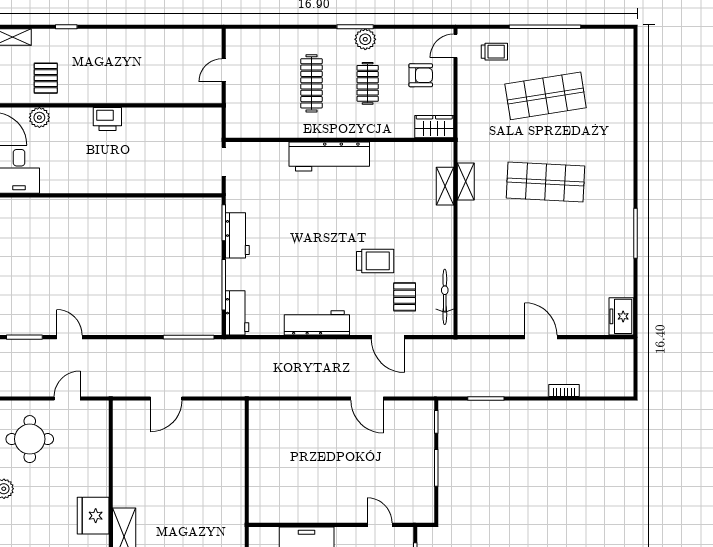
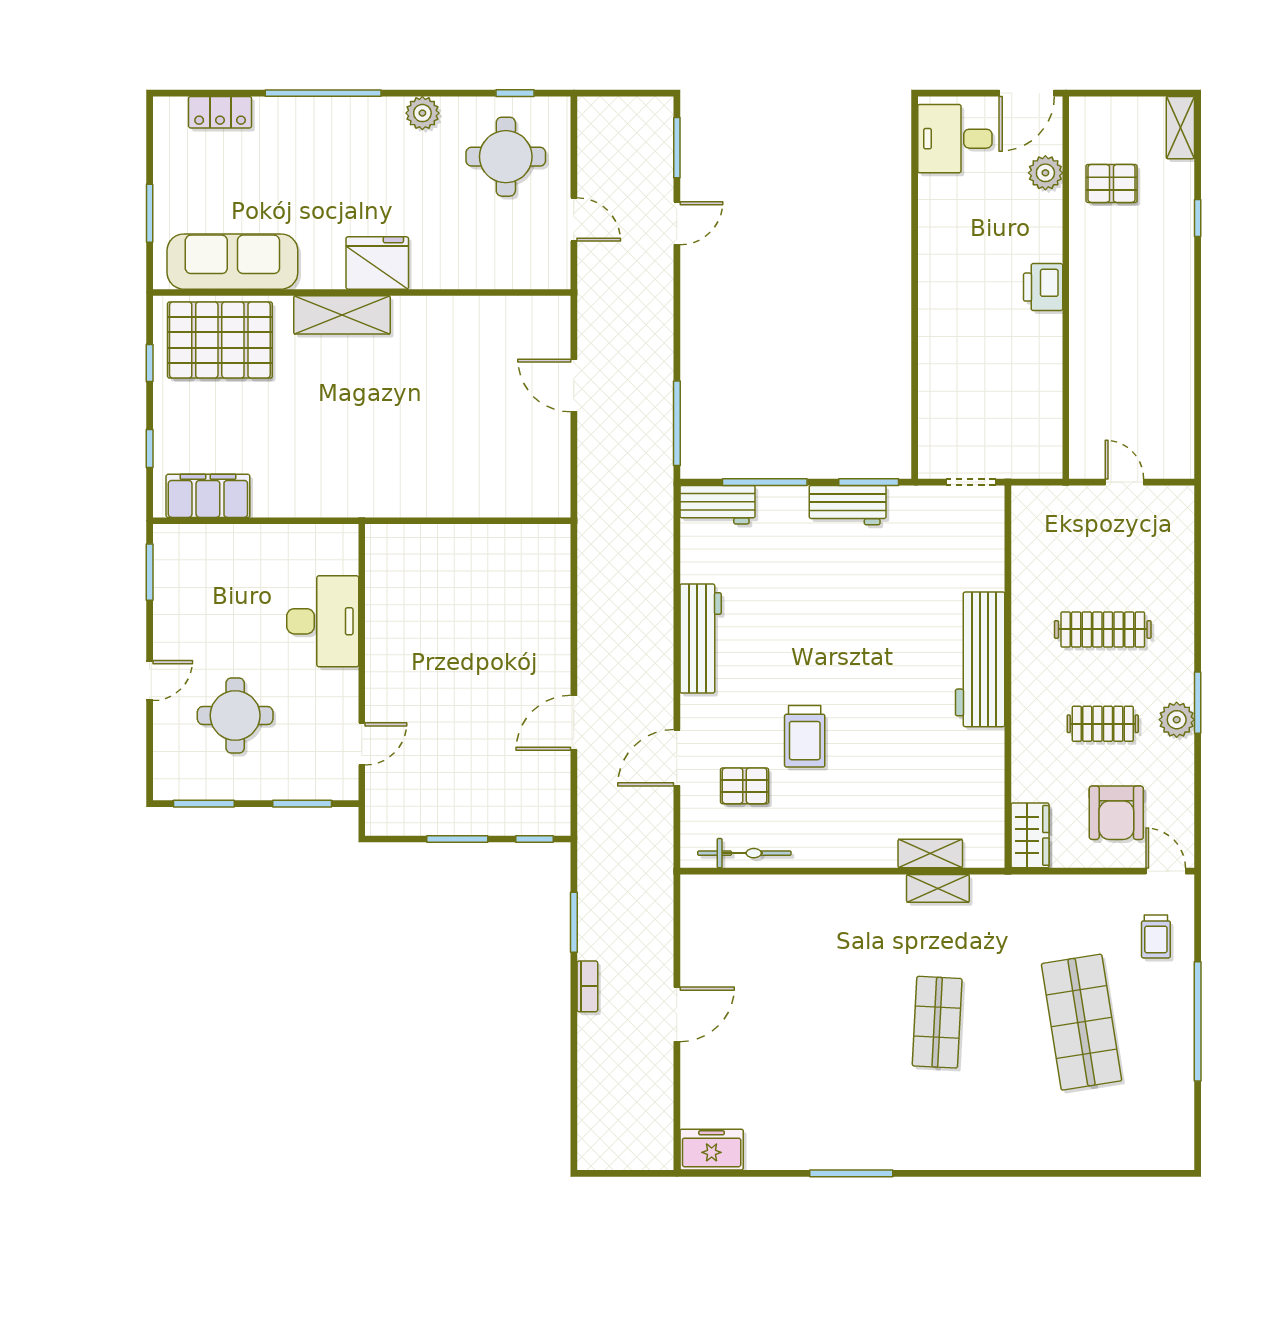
armchair: (421, 75) -> (1116, 813), width x1.38, depth x1.38
shop shelf: (546, 182) -> (937, 1022), width x0.70, depth x0.74
bookcase: (564, 390) -> (587, 986), moved

